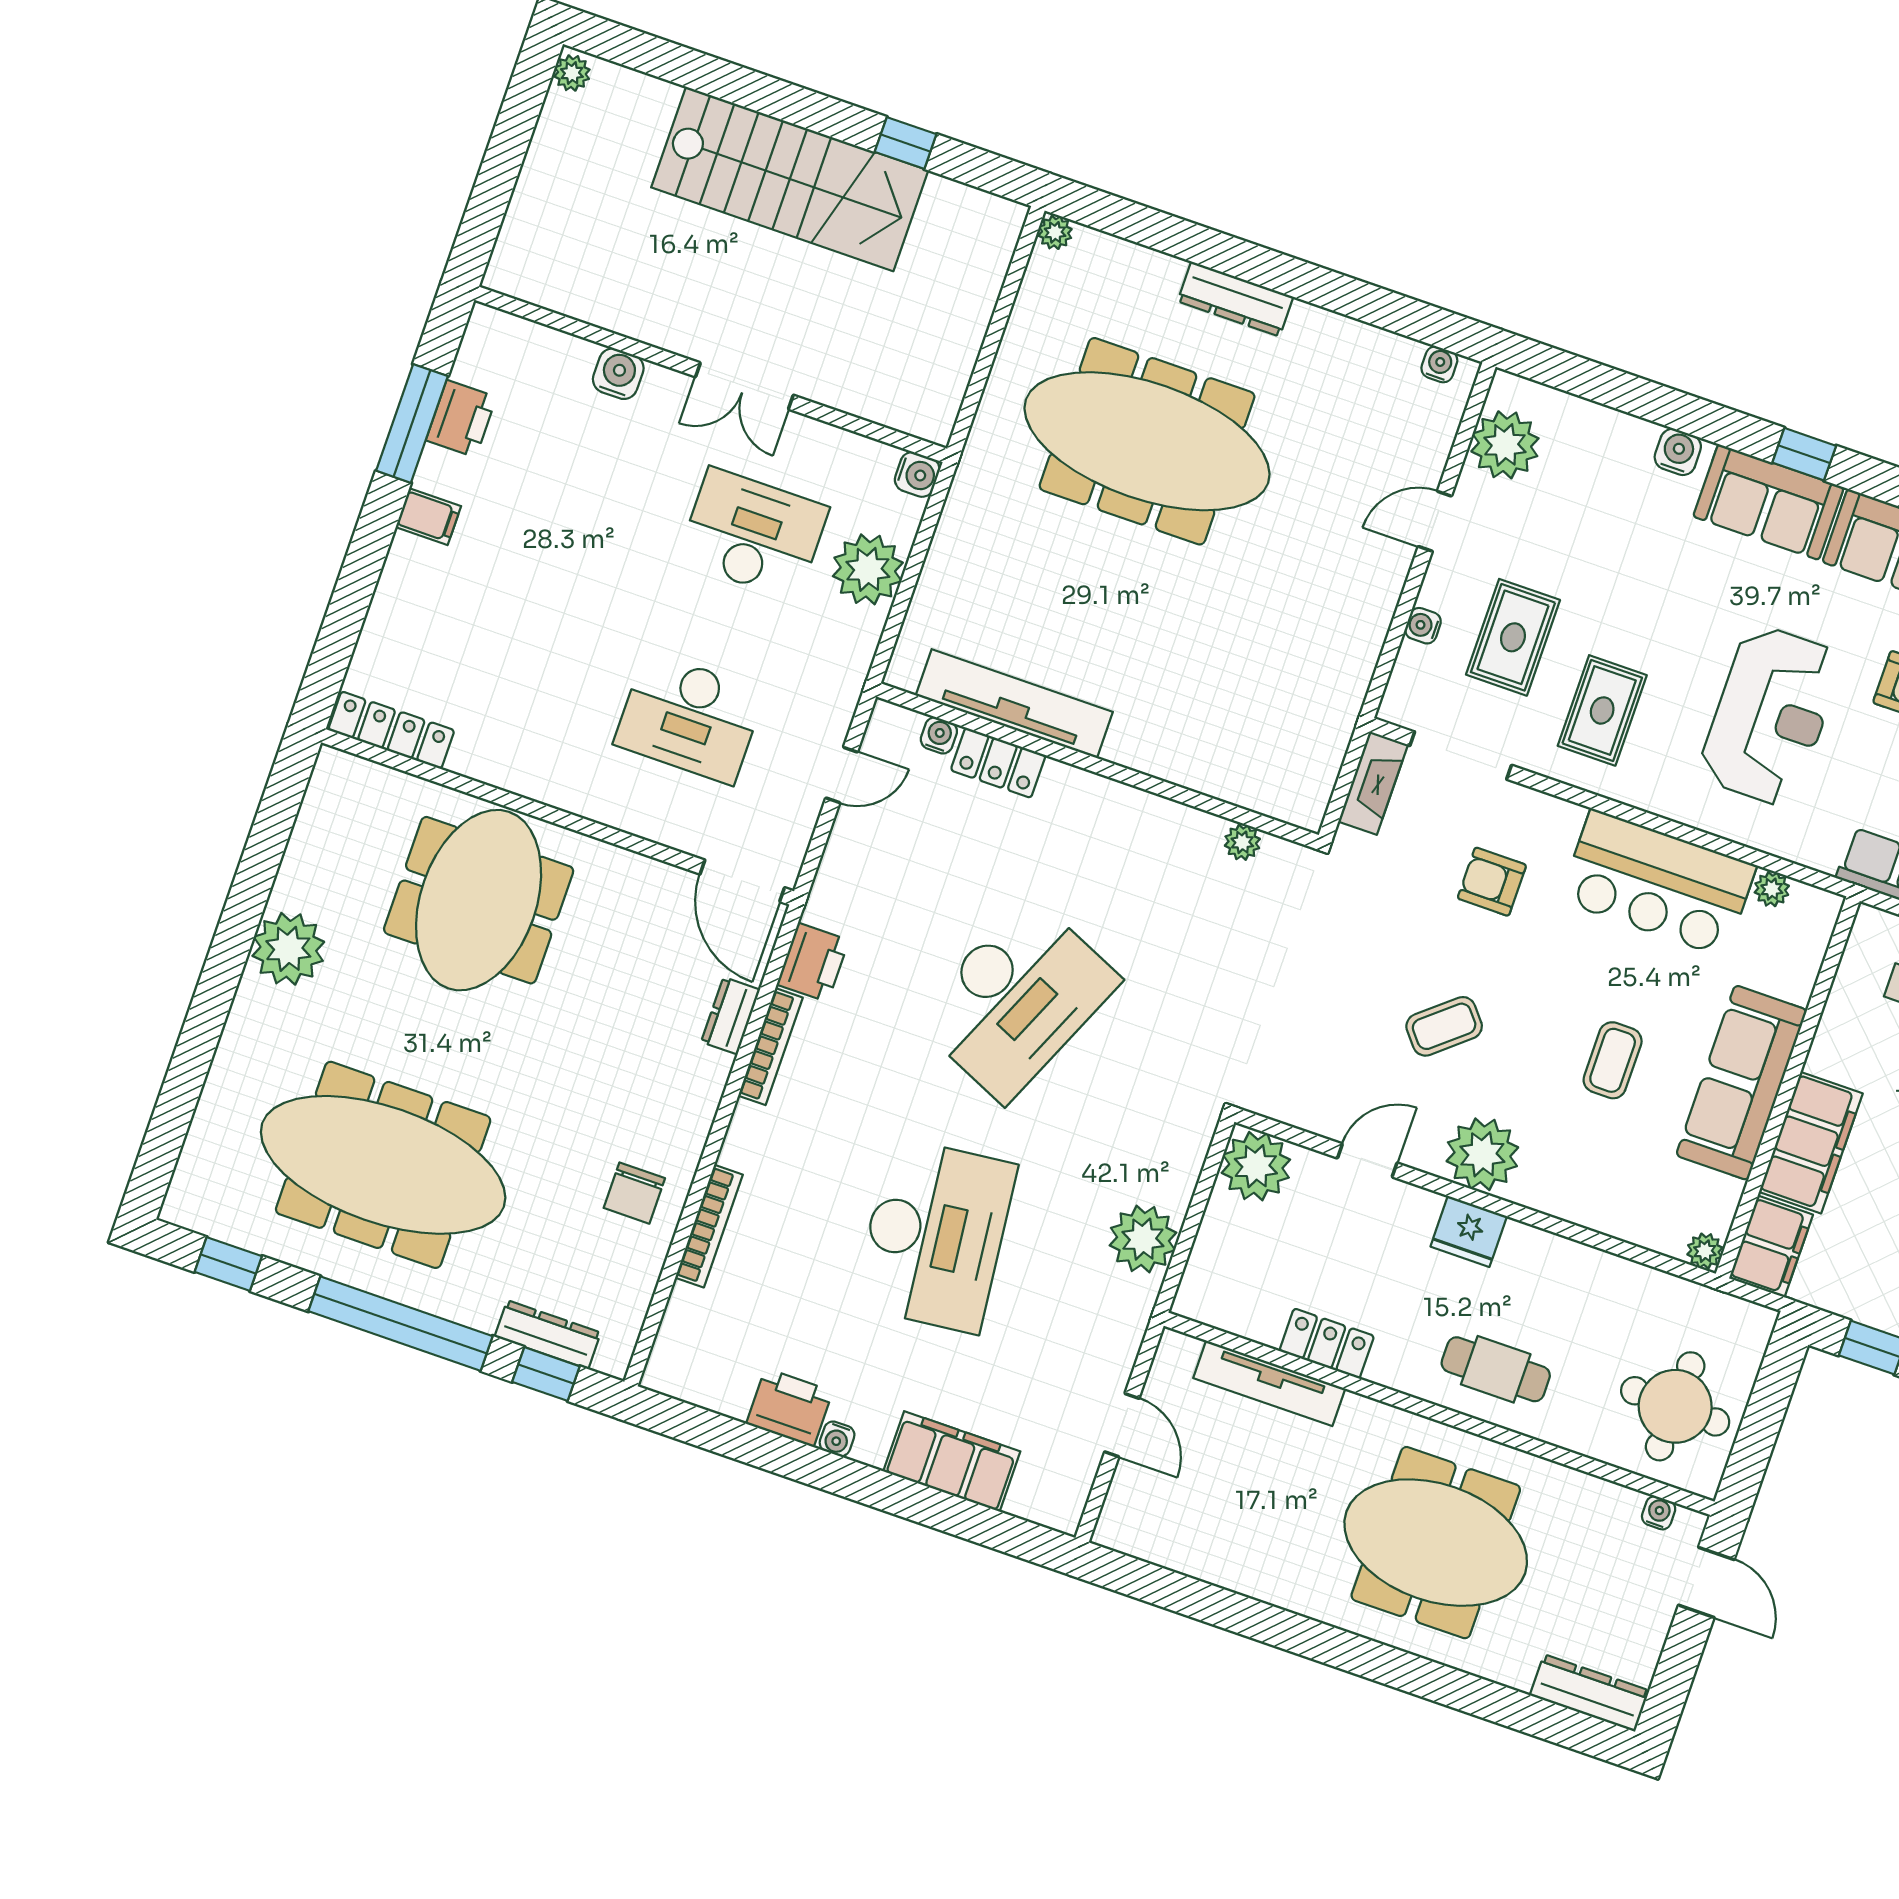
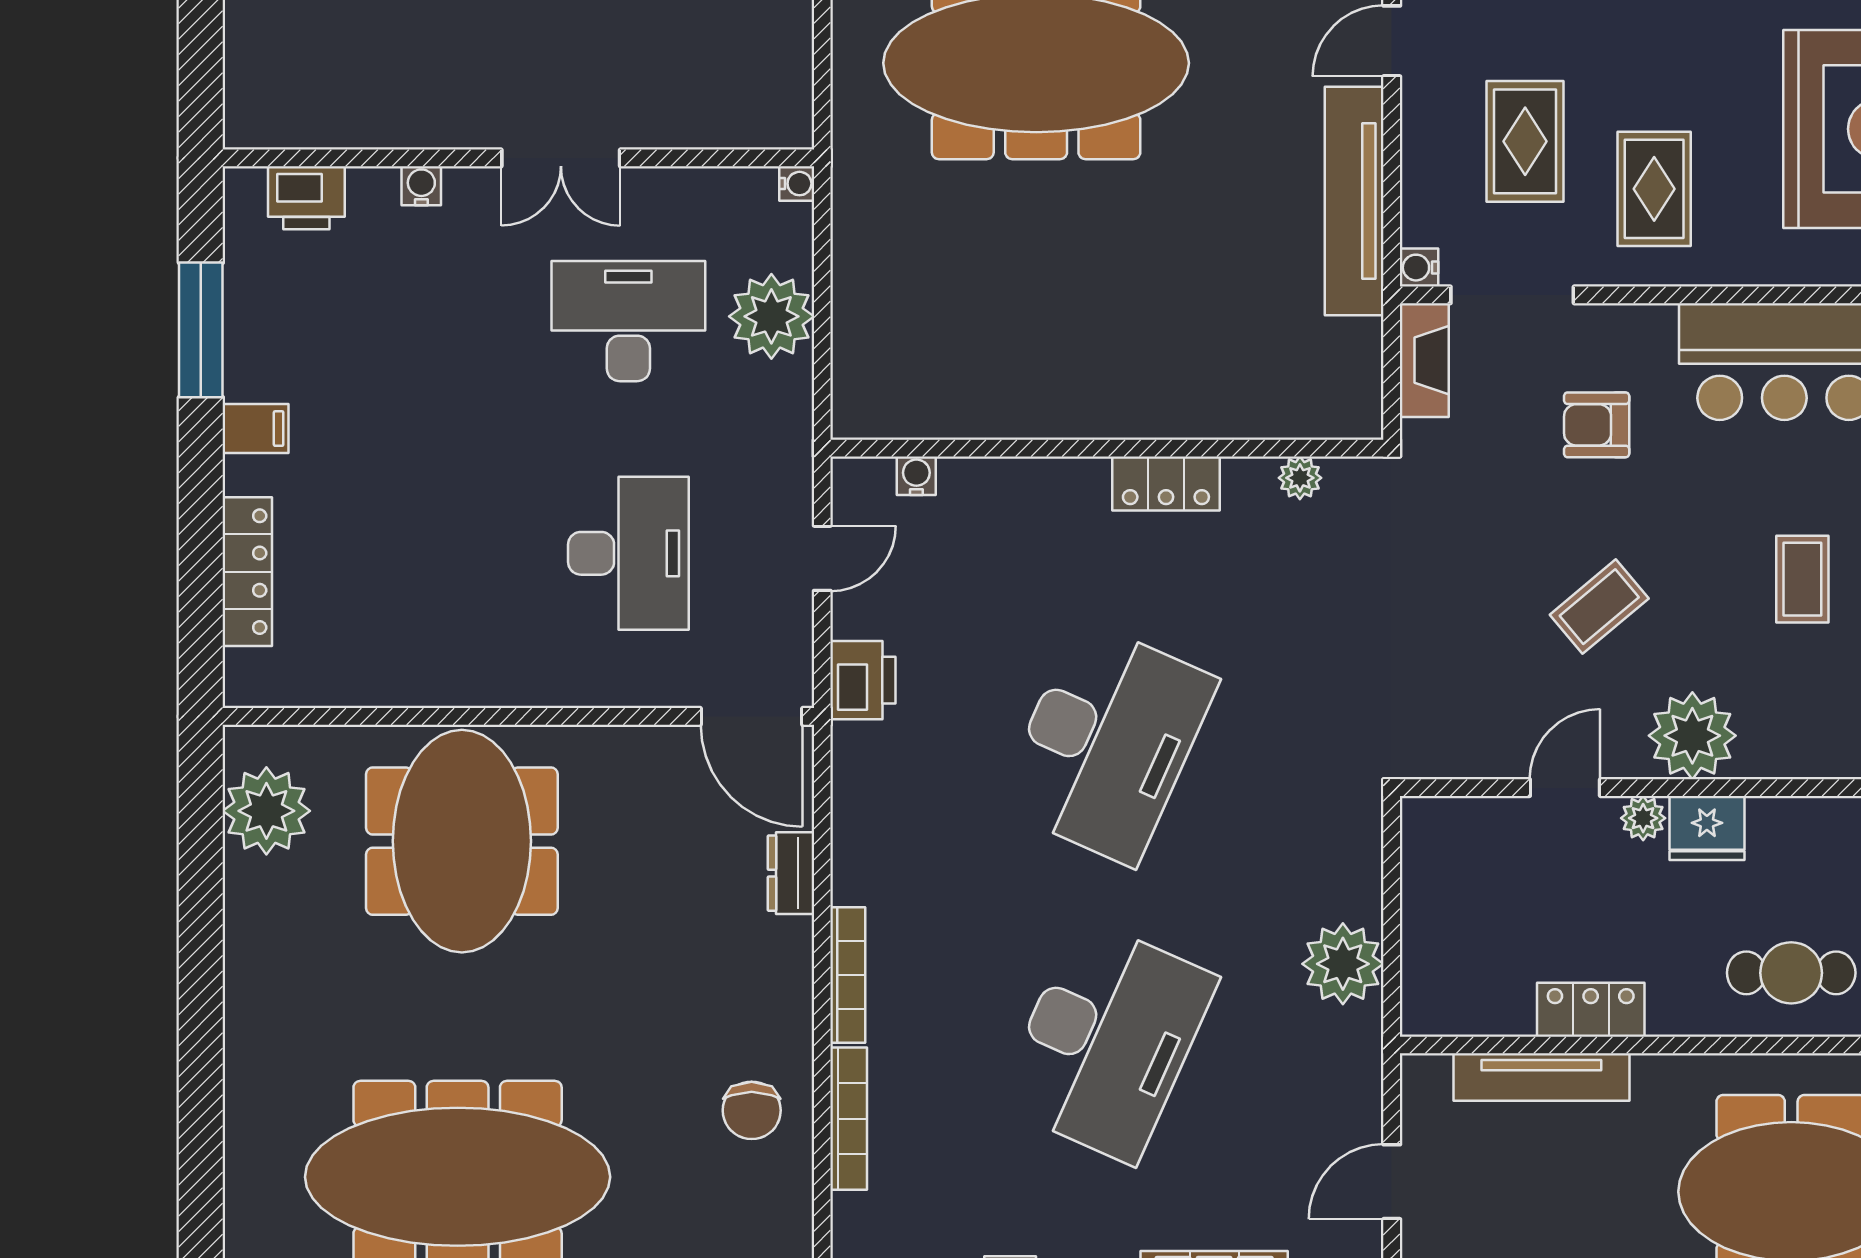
water cooler: (618, 374) -> (421, 186), width x0.72, depth x0.72
printer: (461, 419) -> (306, 198), moved, turned 90
water cooler: (917, 474) -> (797, 184), width x0.72, depth x0.72
water cooler: (1423, 626) -> (1419, 268), moved
tv unit: (1014, 704) -> (1354, 201), moved, turned -90
desk: (689, 718) -> (628, 553), turned -90
locker: (391, 730) -> (247, 572), moved, turned 90
locker: (998, 763) -> (1166, 483), moved
plant: (288, 949) -> (266, 811), moved
printer: (813, 962) -> (863, 680), moved
bookcase: (770, 1047) -> (848, 975), moved
plant: (1256, 1166) -> (1643, 818), moved, width x0.53, depth x0.53
desk: (935, 1235) -> (1107, 1041), turned 30
door: (1122, 1425) -> (1392, 1182), swing flipped

